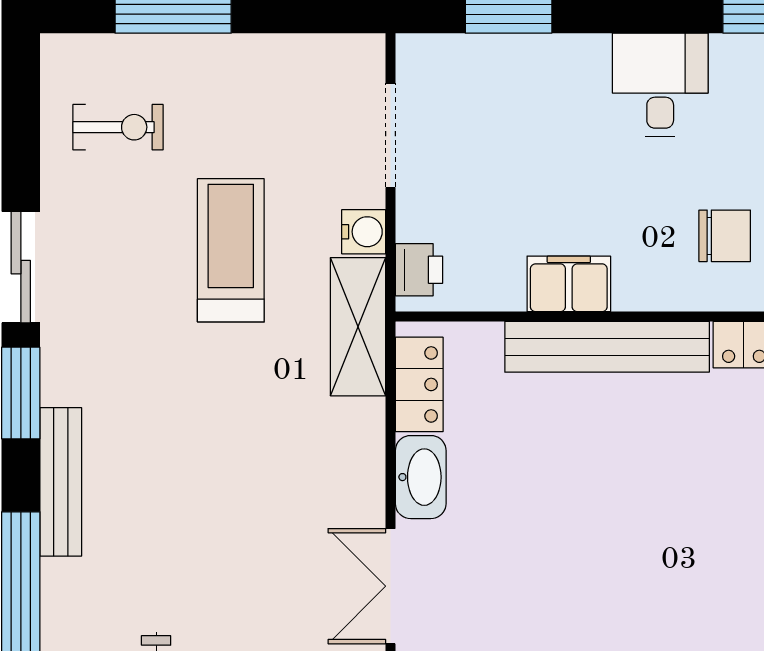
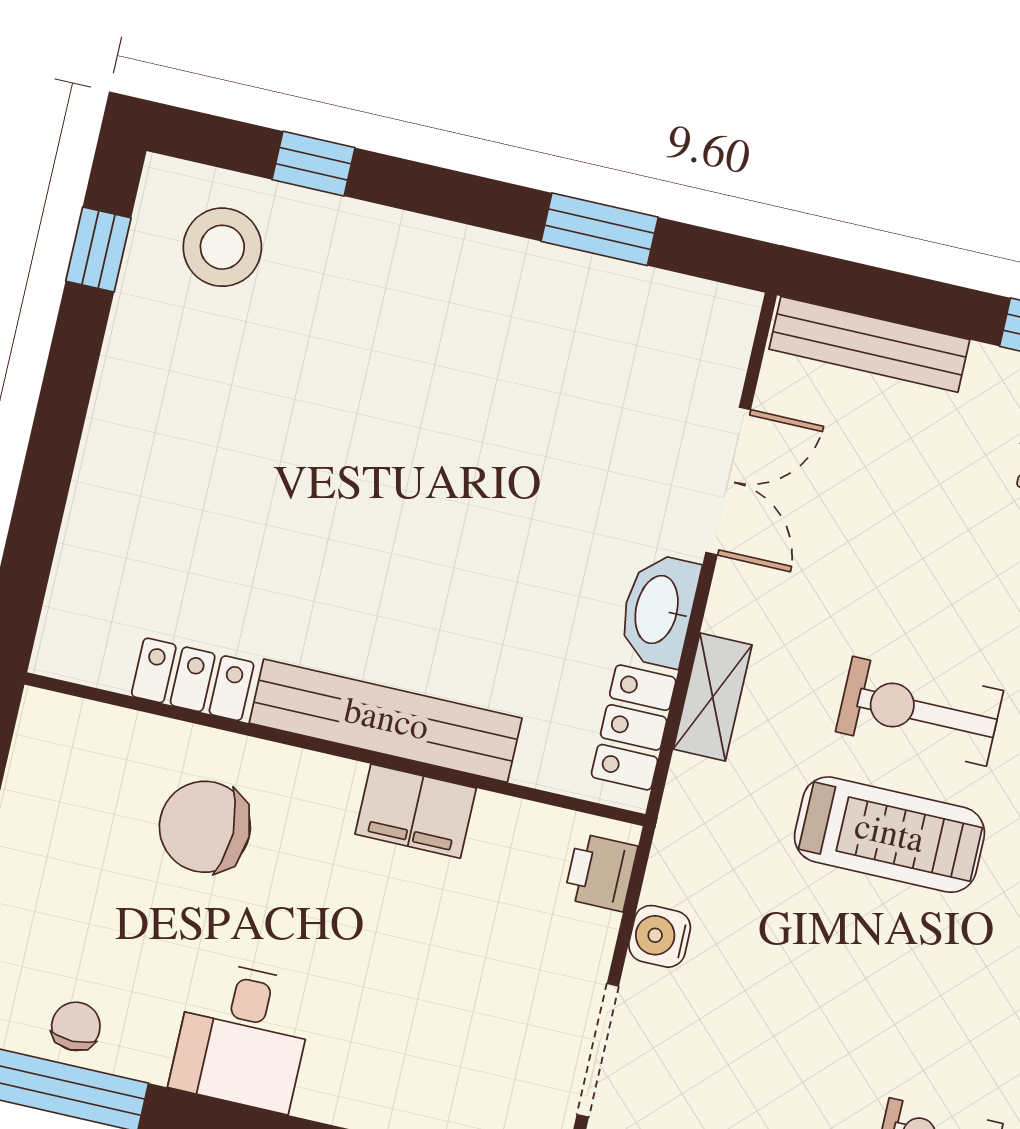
chair: (725, 236) -> (205, 827), width x1.37, depth x1.37
treadmill: (231, 250) -> (889, 835), moved, turned -90
shelving: (358, 327) -> (713, 697), moved, width x0.67, depth x0.75
exercise bike: (207, 446) -> (919, 711), added

